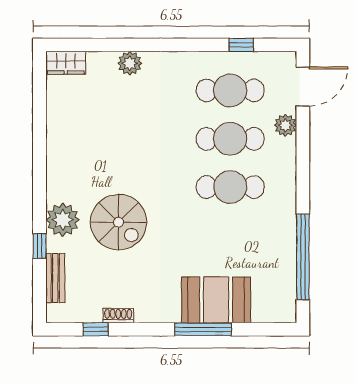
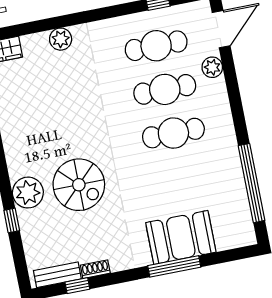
bench: (55, 278) -> (57, 275), moved, turned 90

